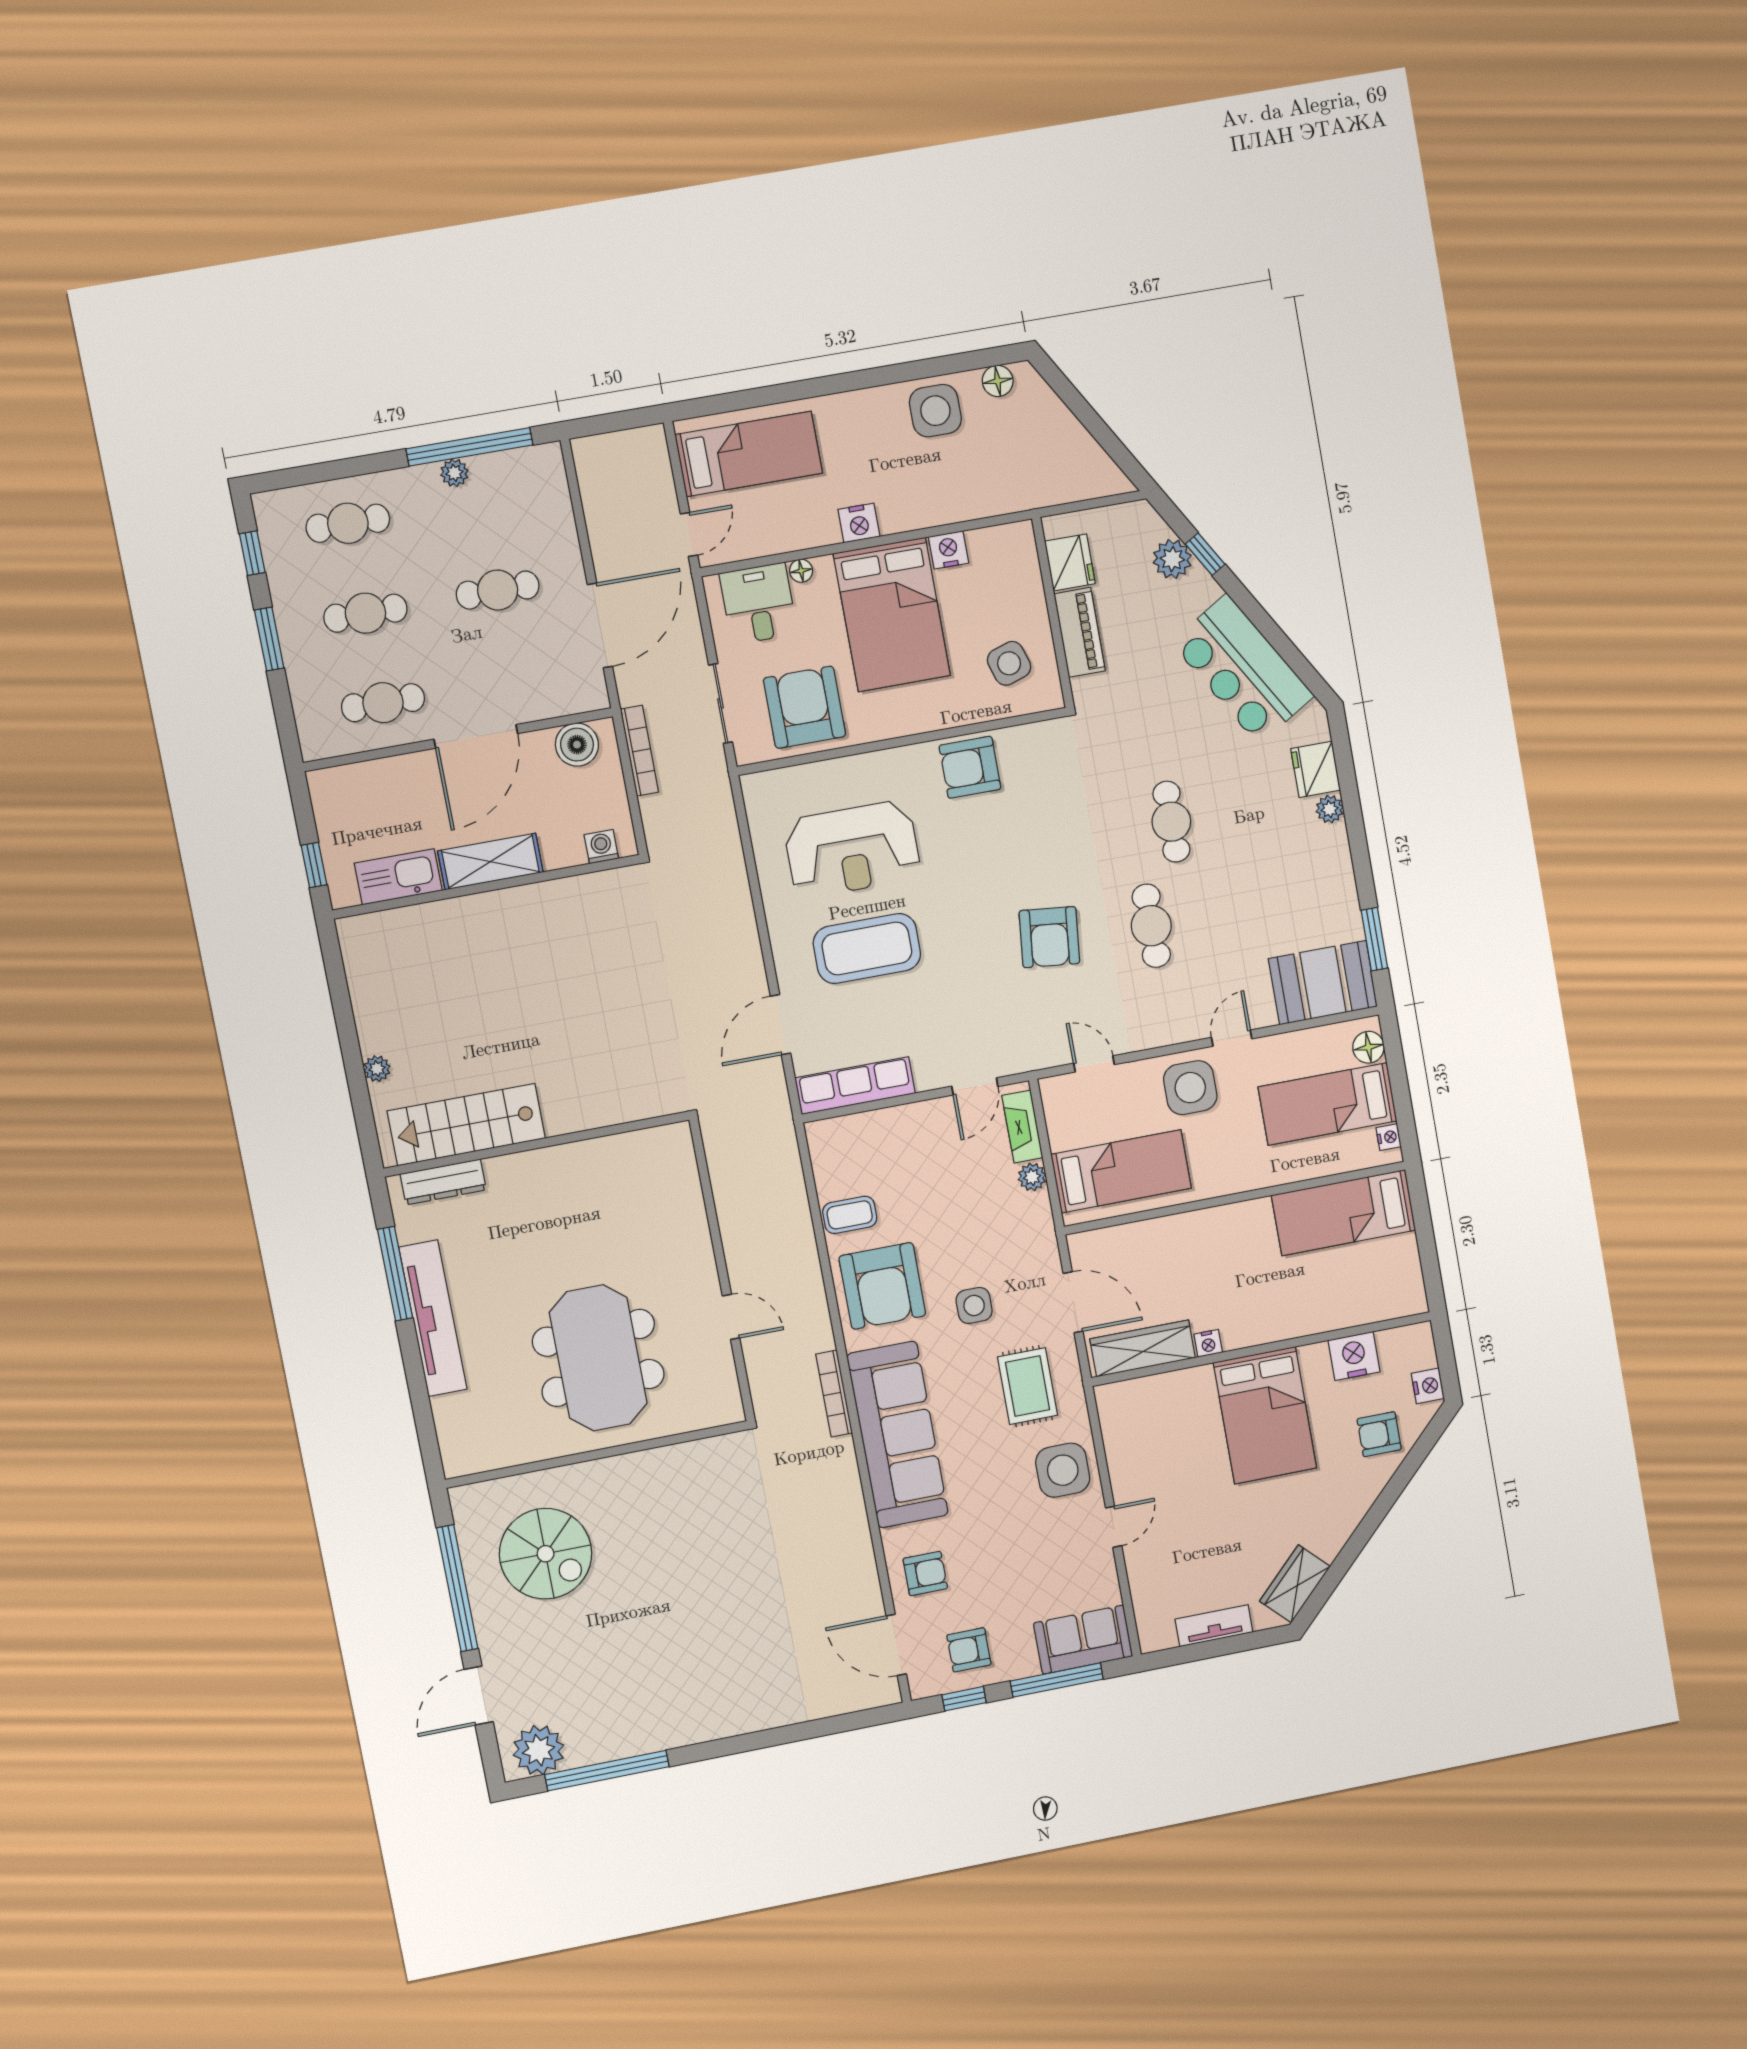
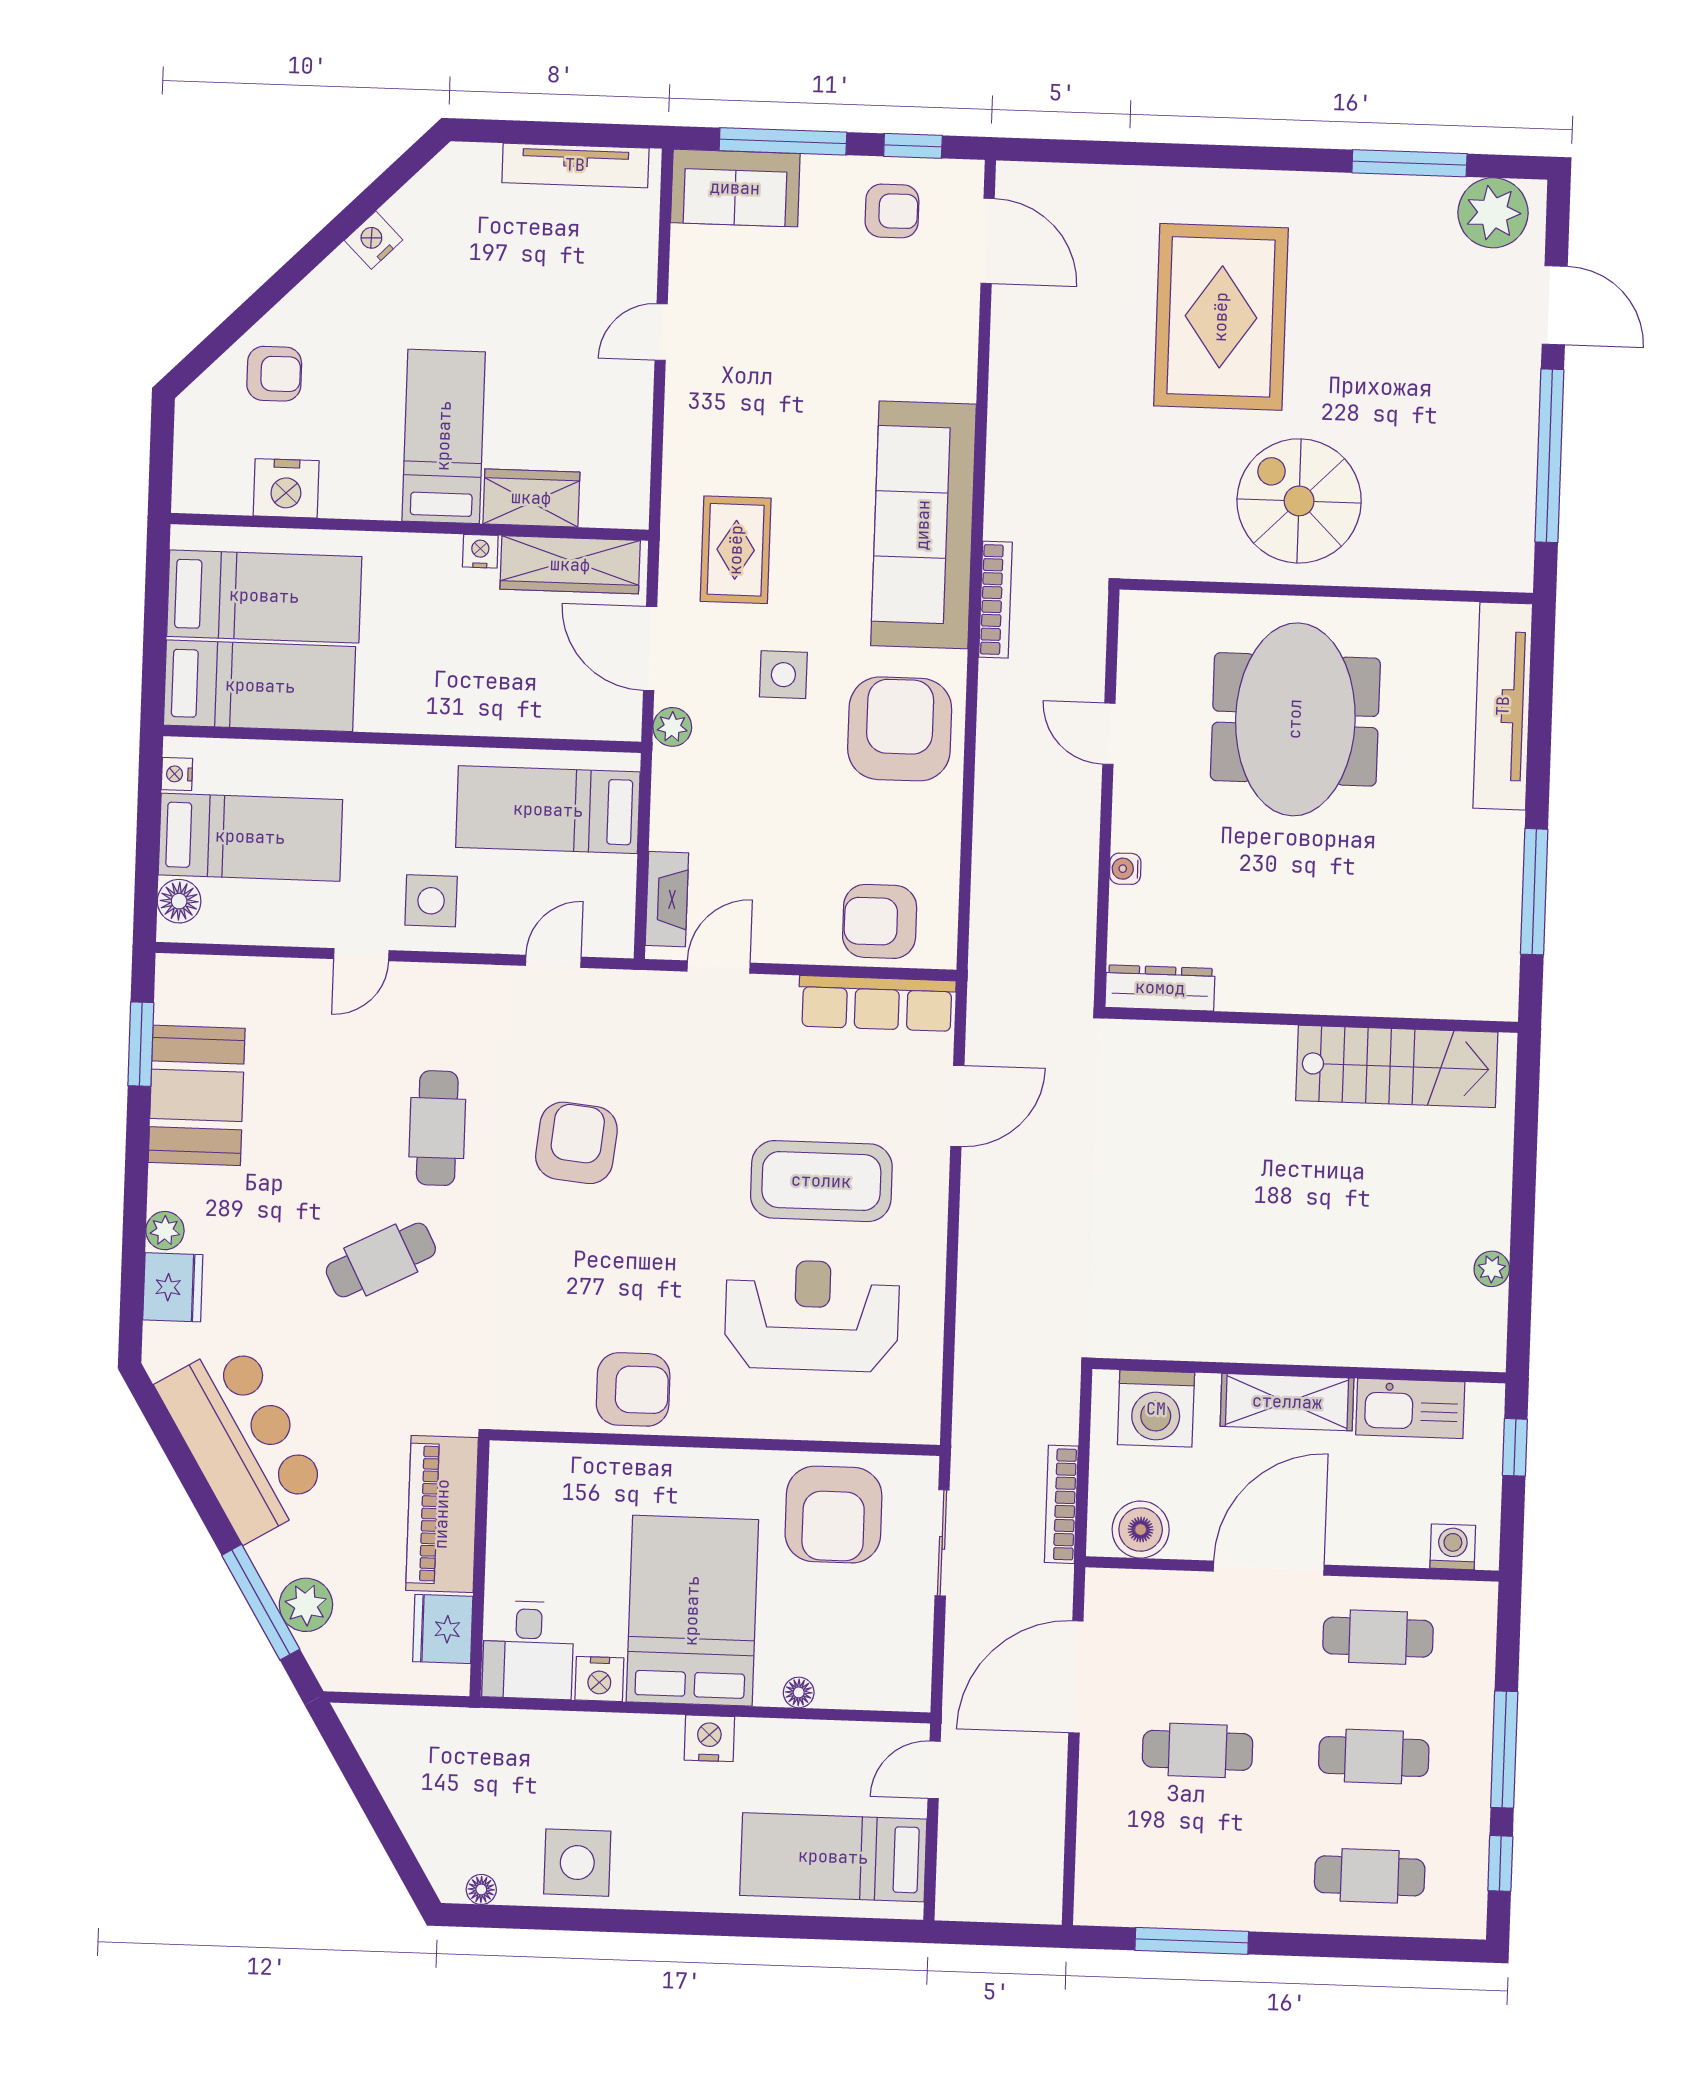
floor lamp: (998, 381) -> (481, 1889), width x0.73, depth x0.73
window: (469, 447) -> (1192, 1941), width x0.68
plant: (454, 473) -> (1219, 1912), removed
window: (1205, 554) -> (261, 1602), width x2.17
desk: (759, 604) -> (528, 1650), moved
piano: (1080, 632) -> (442, 1514), width x1.37, depth x1.33
window: (269, 639) -> (1504, 1749), width x1.44
side table: (1009, 663) -> (552, 1514), removed
washing machine: (343, 781) -> (1453, 1547), added
cafe table: (1171, 822) -> (381, 1260), turned 63
washing machine: (601, 847) -> (1156, 1409), width x1.89, depth x1.89
booth: (1323, 983) -> (197, 1095), moved, turned 90
door: (1094, 1064) -> (553, 961), swing flipped
plant: (377, 1069) -> (1492, 1269), moved
side table: (1190, 1088) -> (431, 901), width x0.73, depth x0.73
plant: (1032, 1177) -> (672, 727), moved
dresser: (443, 1182) -> (1160, 988), moved
coffee table: (850, 1215) -> (922, 834), removed
water cooler: (697, 1223) -> (1125, 869), added
bed: (1354, 1276) -> (264, 596), added
tv unit: (433, 1318) -> (1503, 706), moved
nightstand: (1428, 1386) -> (374, 240), moved, turned 45
bed: (1265, 1415) -> (444, 436), width x0.67
side table: (1063, 1470) -> (713, 425), removed
spiral stairs: (546, 1554) -> (1299, 501), moved
armchair: (925, 1573) -> (880, 921), moved, width x1.38, depth x1.38
wardrobe: (1295, 1584) -> (531, 498), moved, turned -135
tv unit: (1214, 1626) -> (575, 165), width x1.41
rug: (717, 1631) -> (1221, 317), added
door: (479, 1696) -> (1555, 305), hinge flipped
window: (607, 1771) -> (1409, 163), width x0.68

